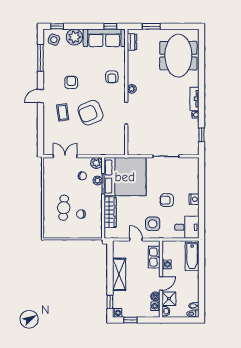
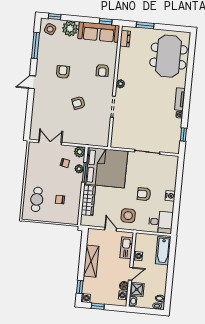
coffee table: (63, 112) -> (52, 100), removed
armchair: (90, 113) -> (79, 103), width x0.53, depth x0.53
cafe table: (64, 208) -> (37, 199), moved

